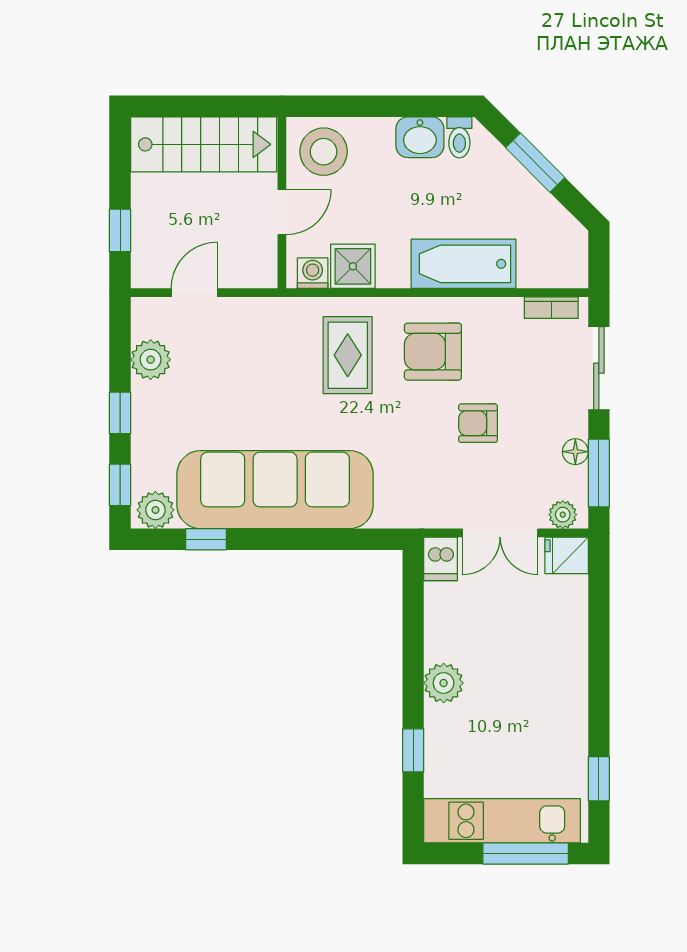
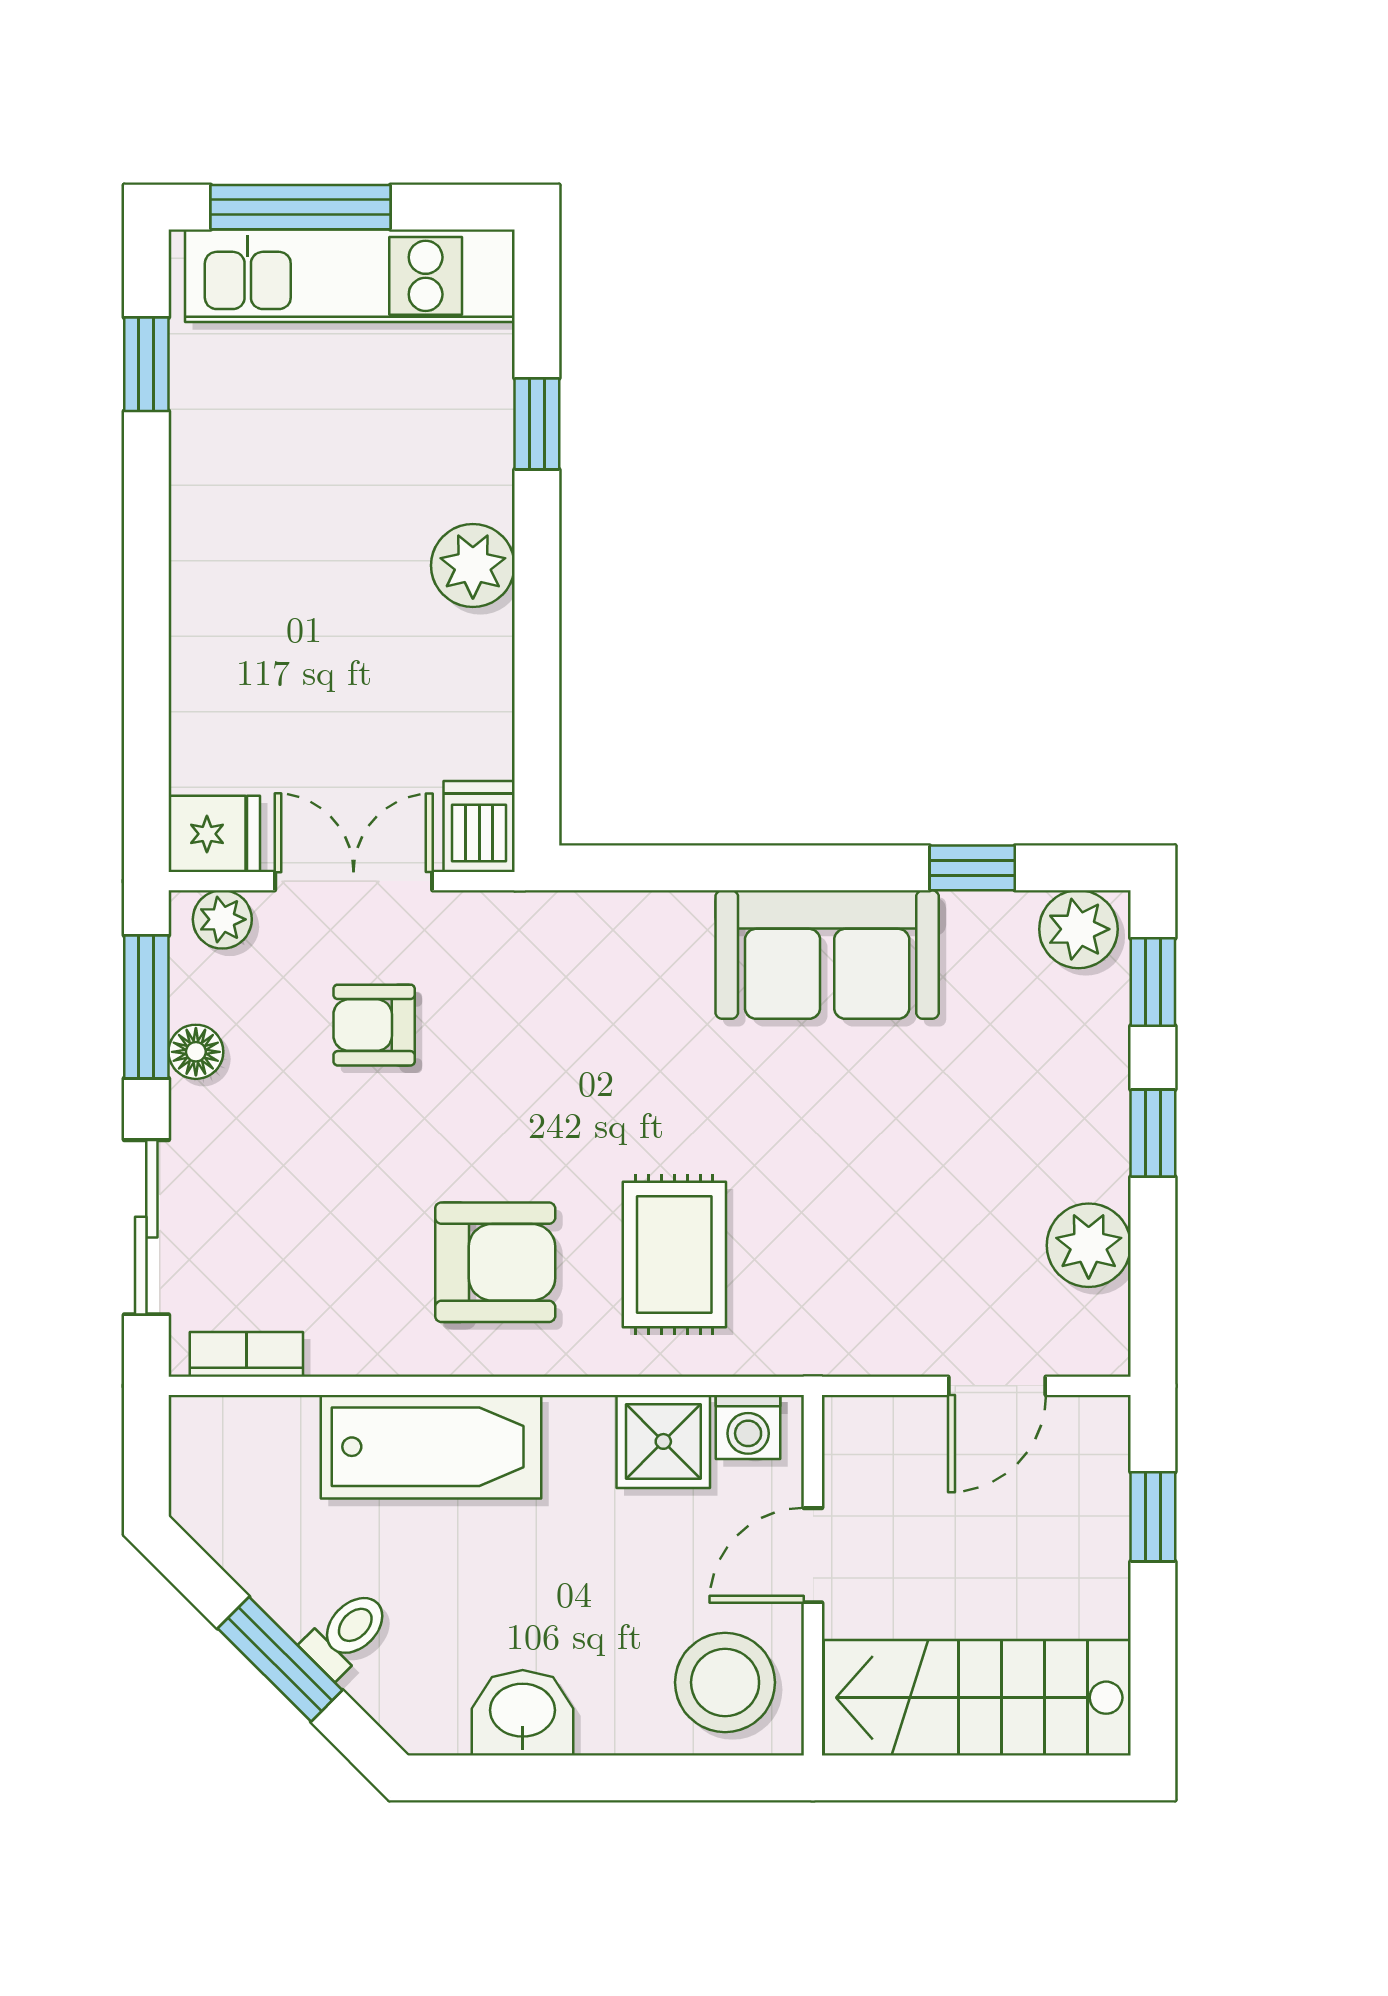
toilet: (459, 137) -> (347, 1633), moved, turned 45
armchair: (478, 423) -> (374, 1025), moved, turned 180
sofa: (275, 490) -> (827, 955), width x0.54, depth x0.79

